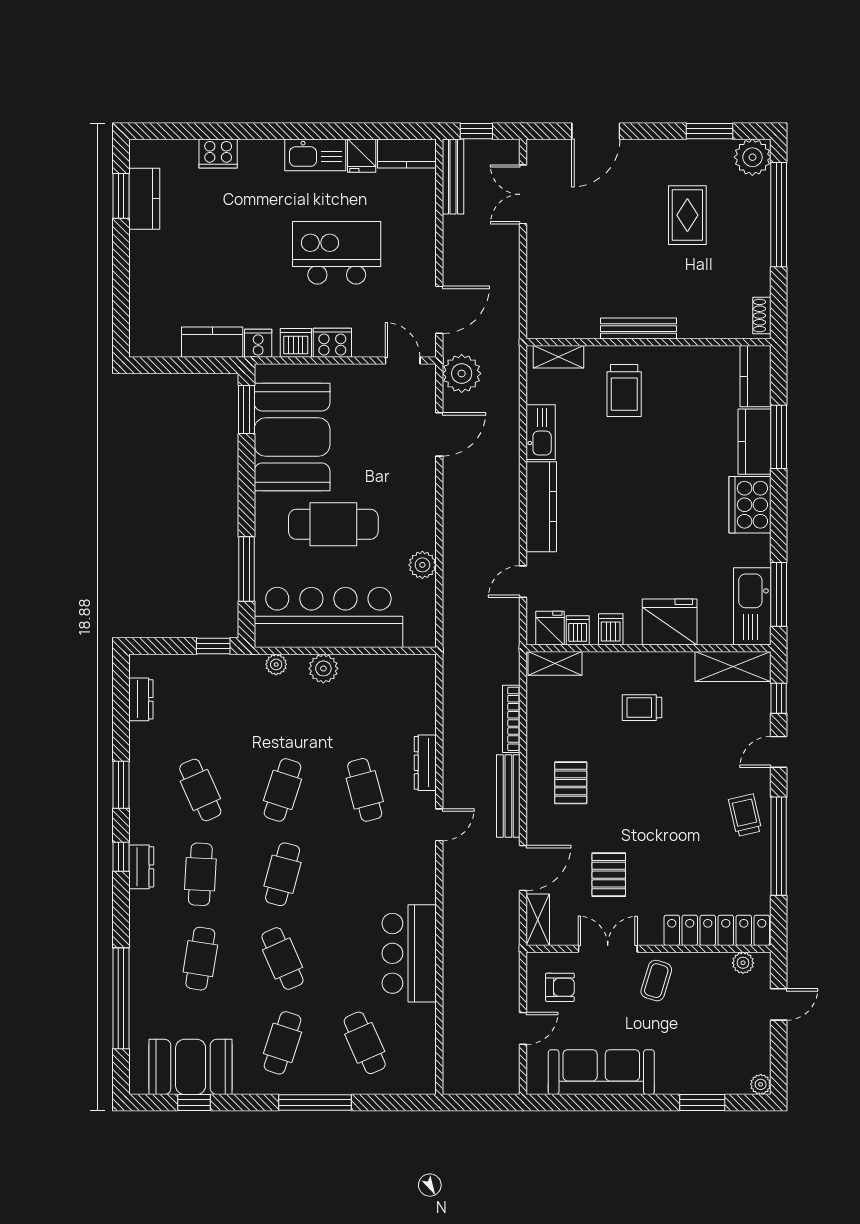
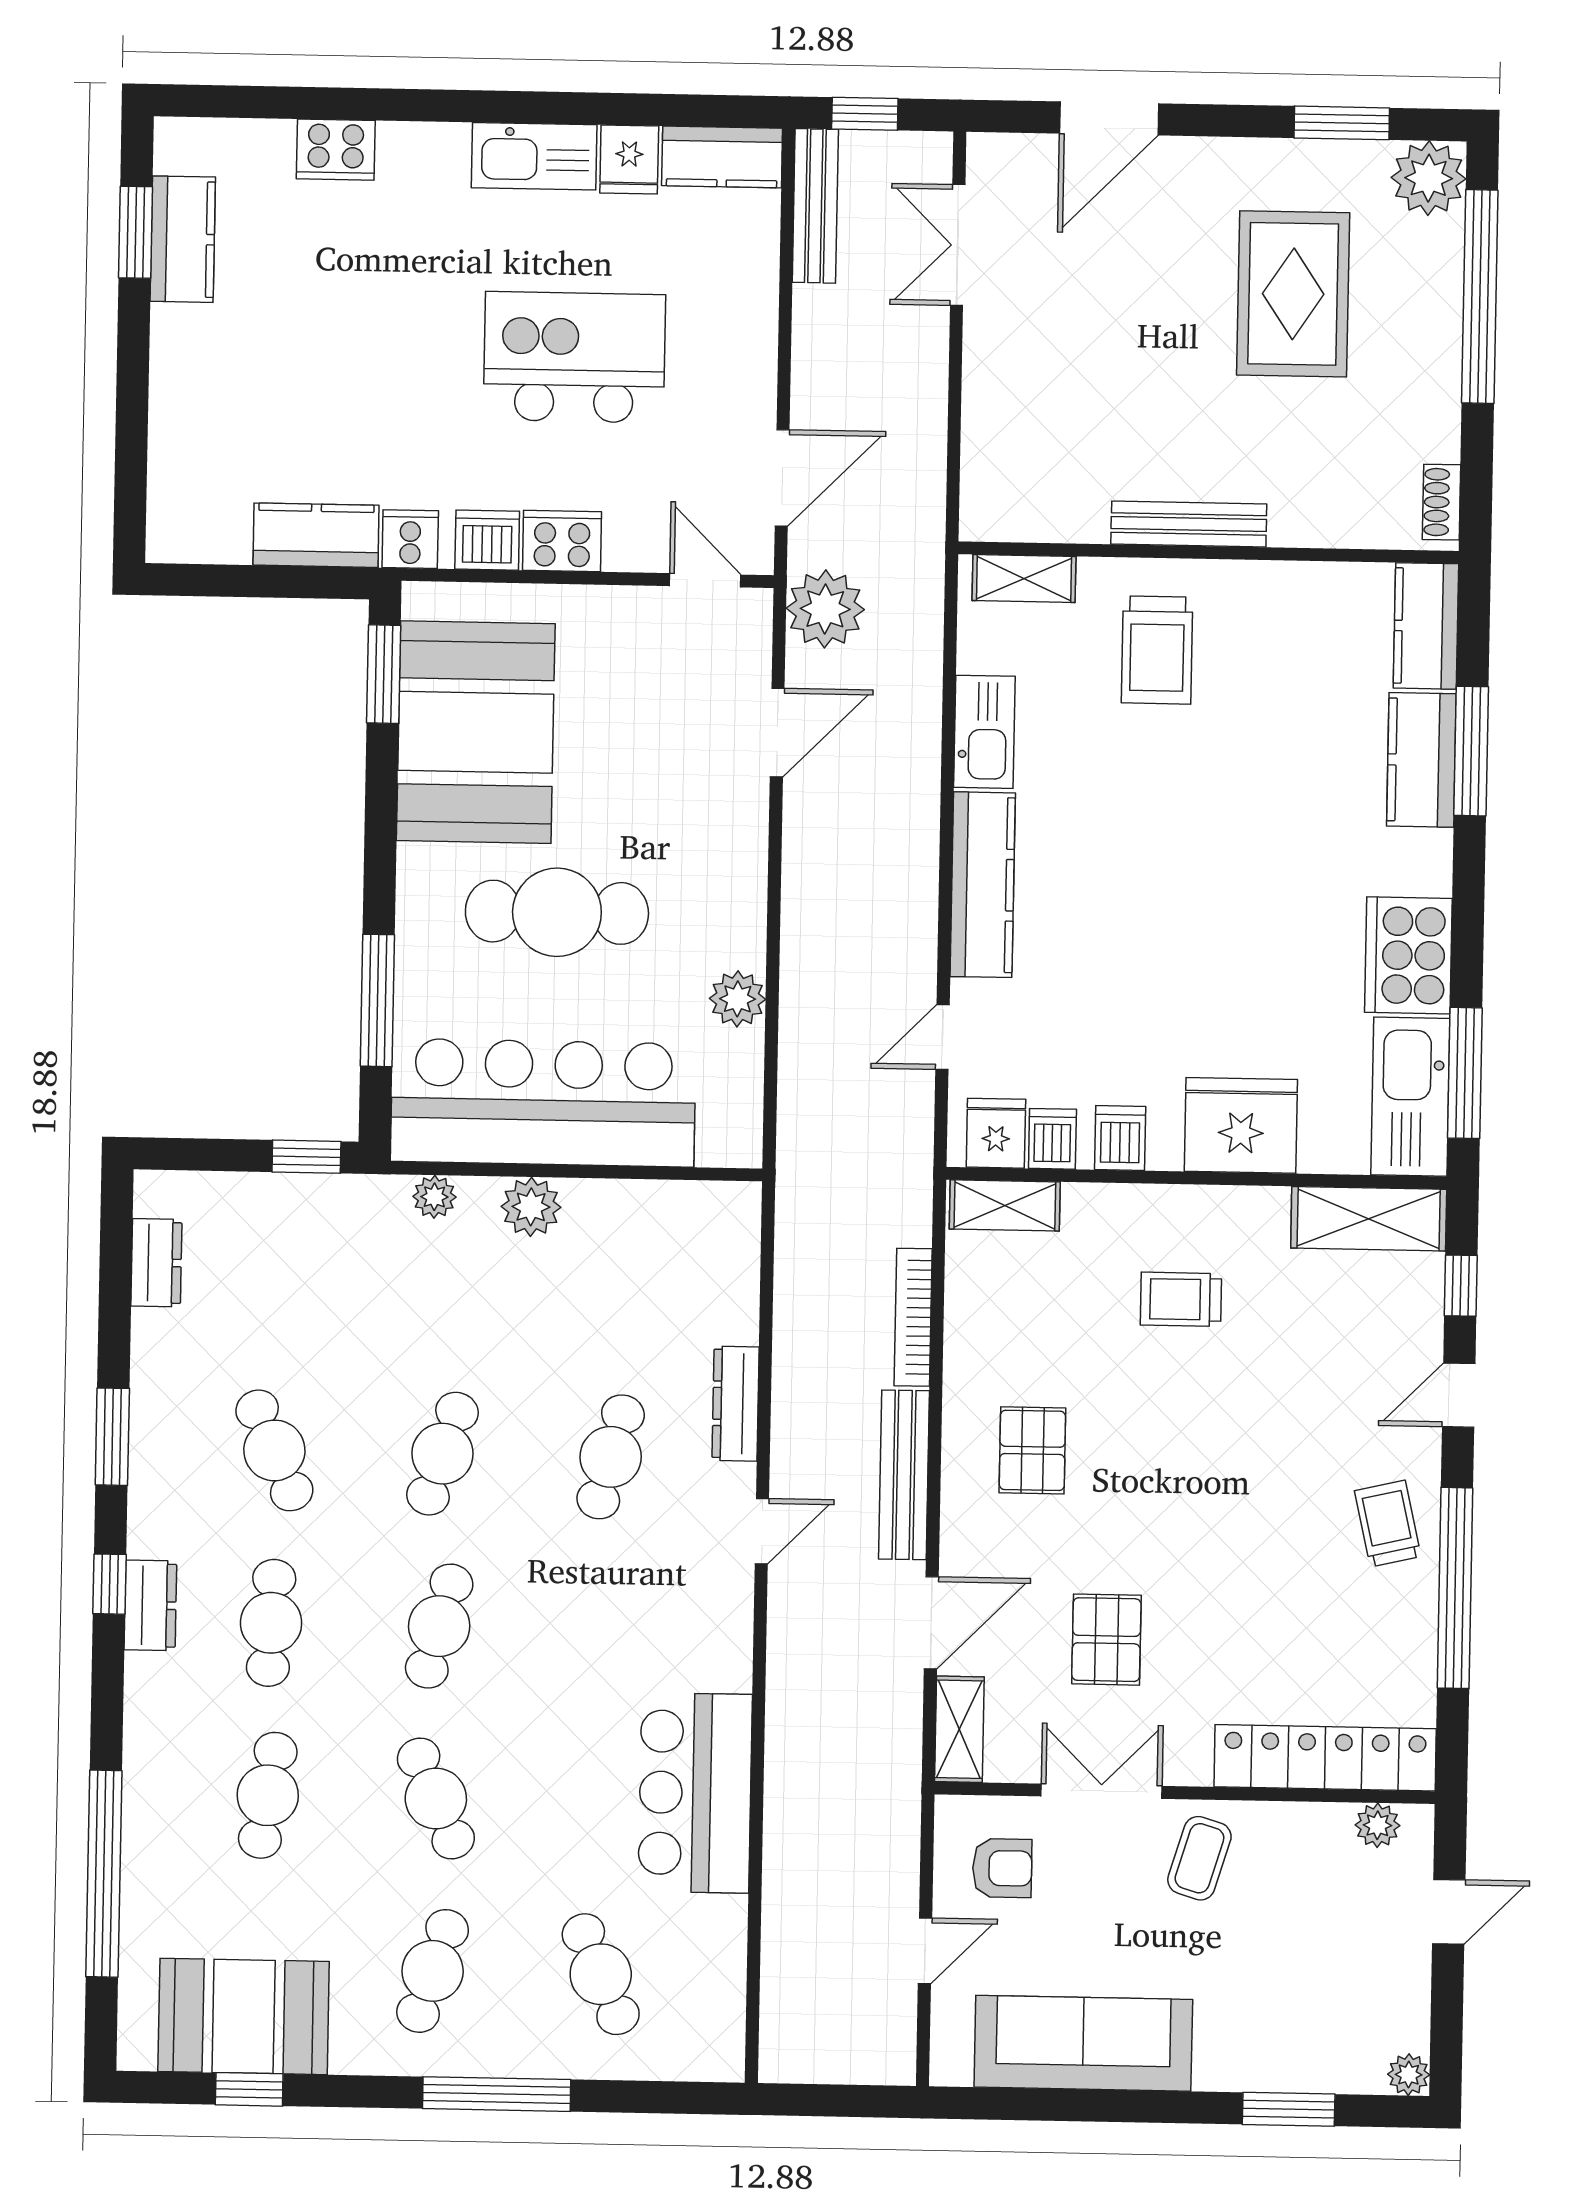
rug: (687, 215) -> (1293, 294), width x1.36, depth x1.43
cooker: (750, 505) -> (1408, 955), moved
cafe table: (365, 790) -> (611, 1457), turned 30

